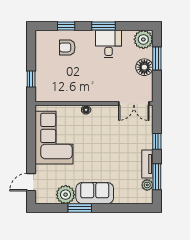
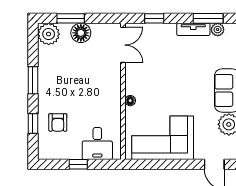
desk: (109, 44) -> (97, 144), moved, turned -90
window: (31, 79) -> (78, 164), moved
window: (157, 141) -> (154, 18), moved

